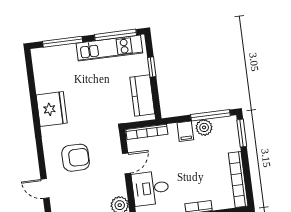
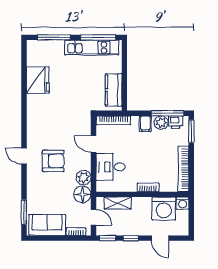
window: (152, 67) -> (124, 67), removed
fridge: (52, 109) -> (38, 80), moved
printer: (222, 125) -> (176, 122), added
armchair: (76, 158) -> (53, 161), moved
door: (126, 163) -> (93, 144), swing flipped

